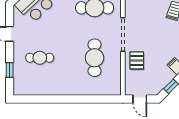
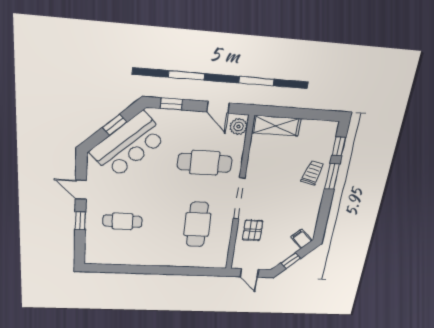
window: (10, 70) -> (80, 221), moved

